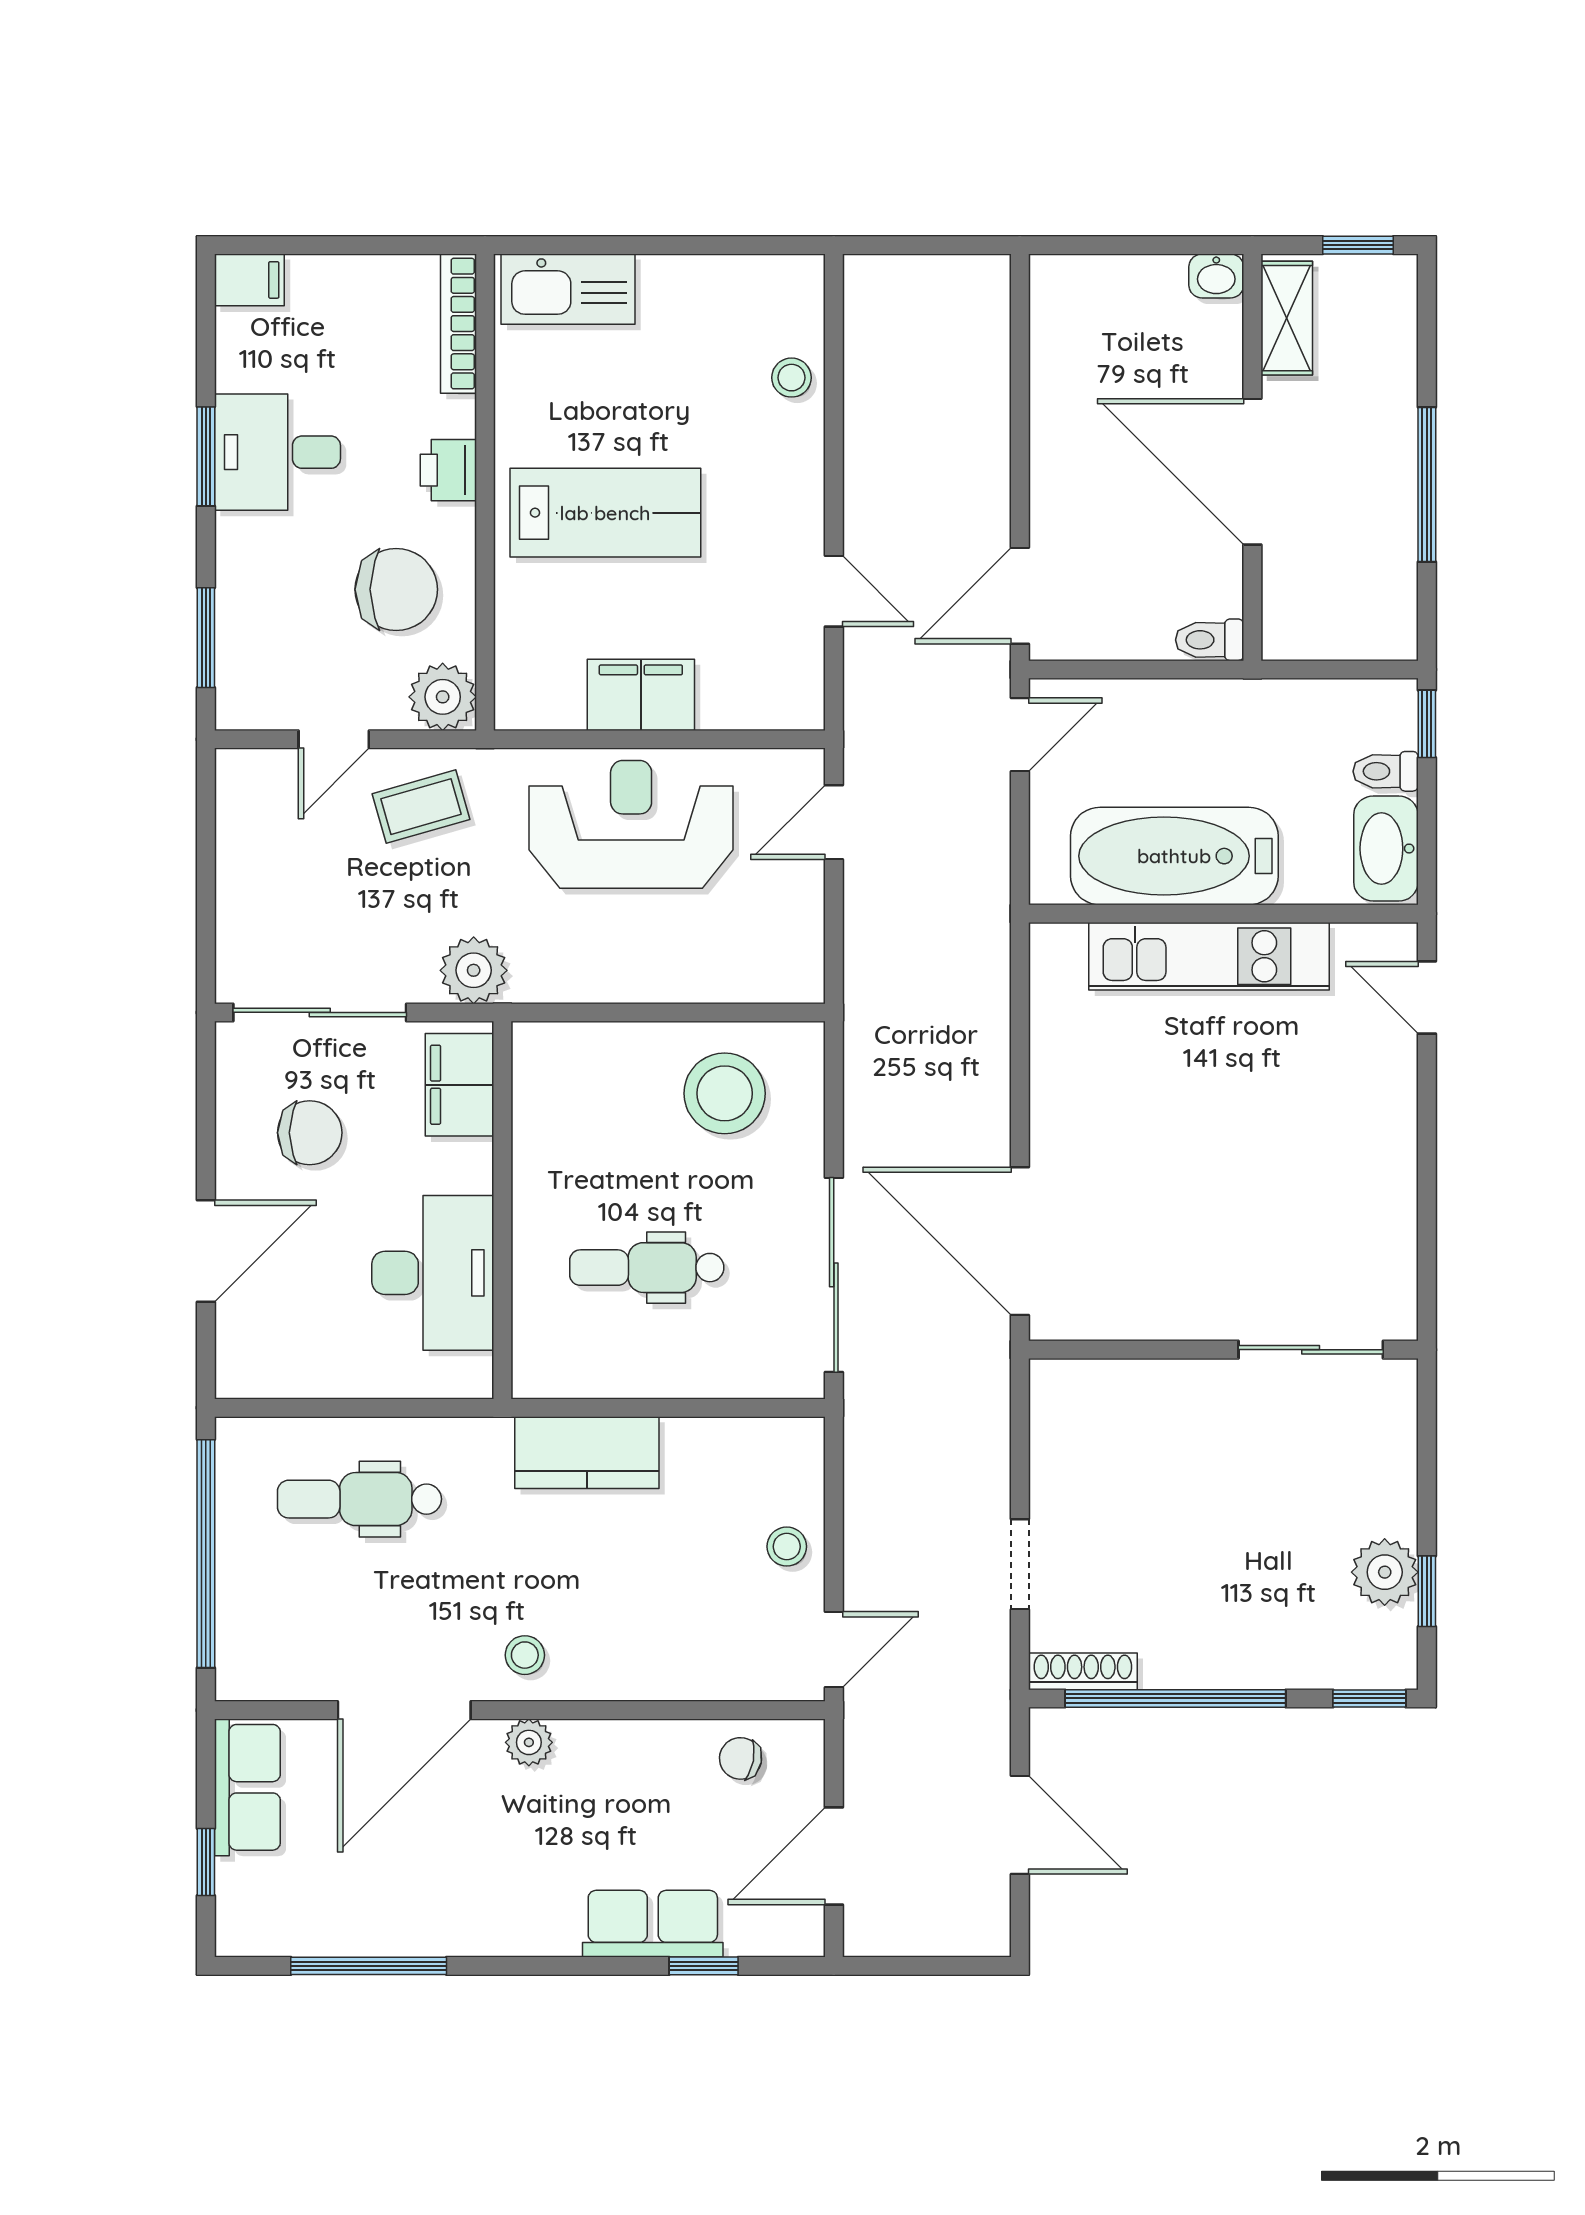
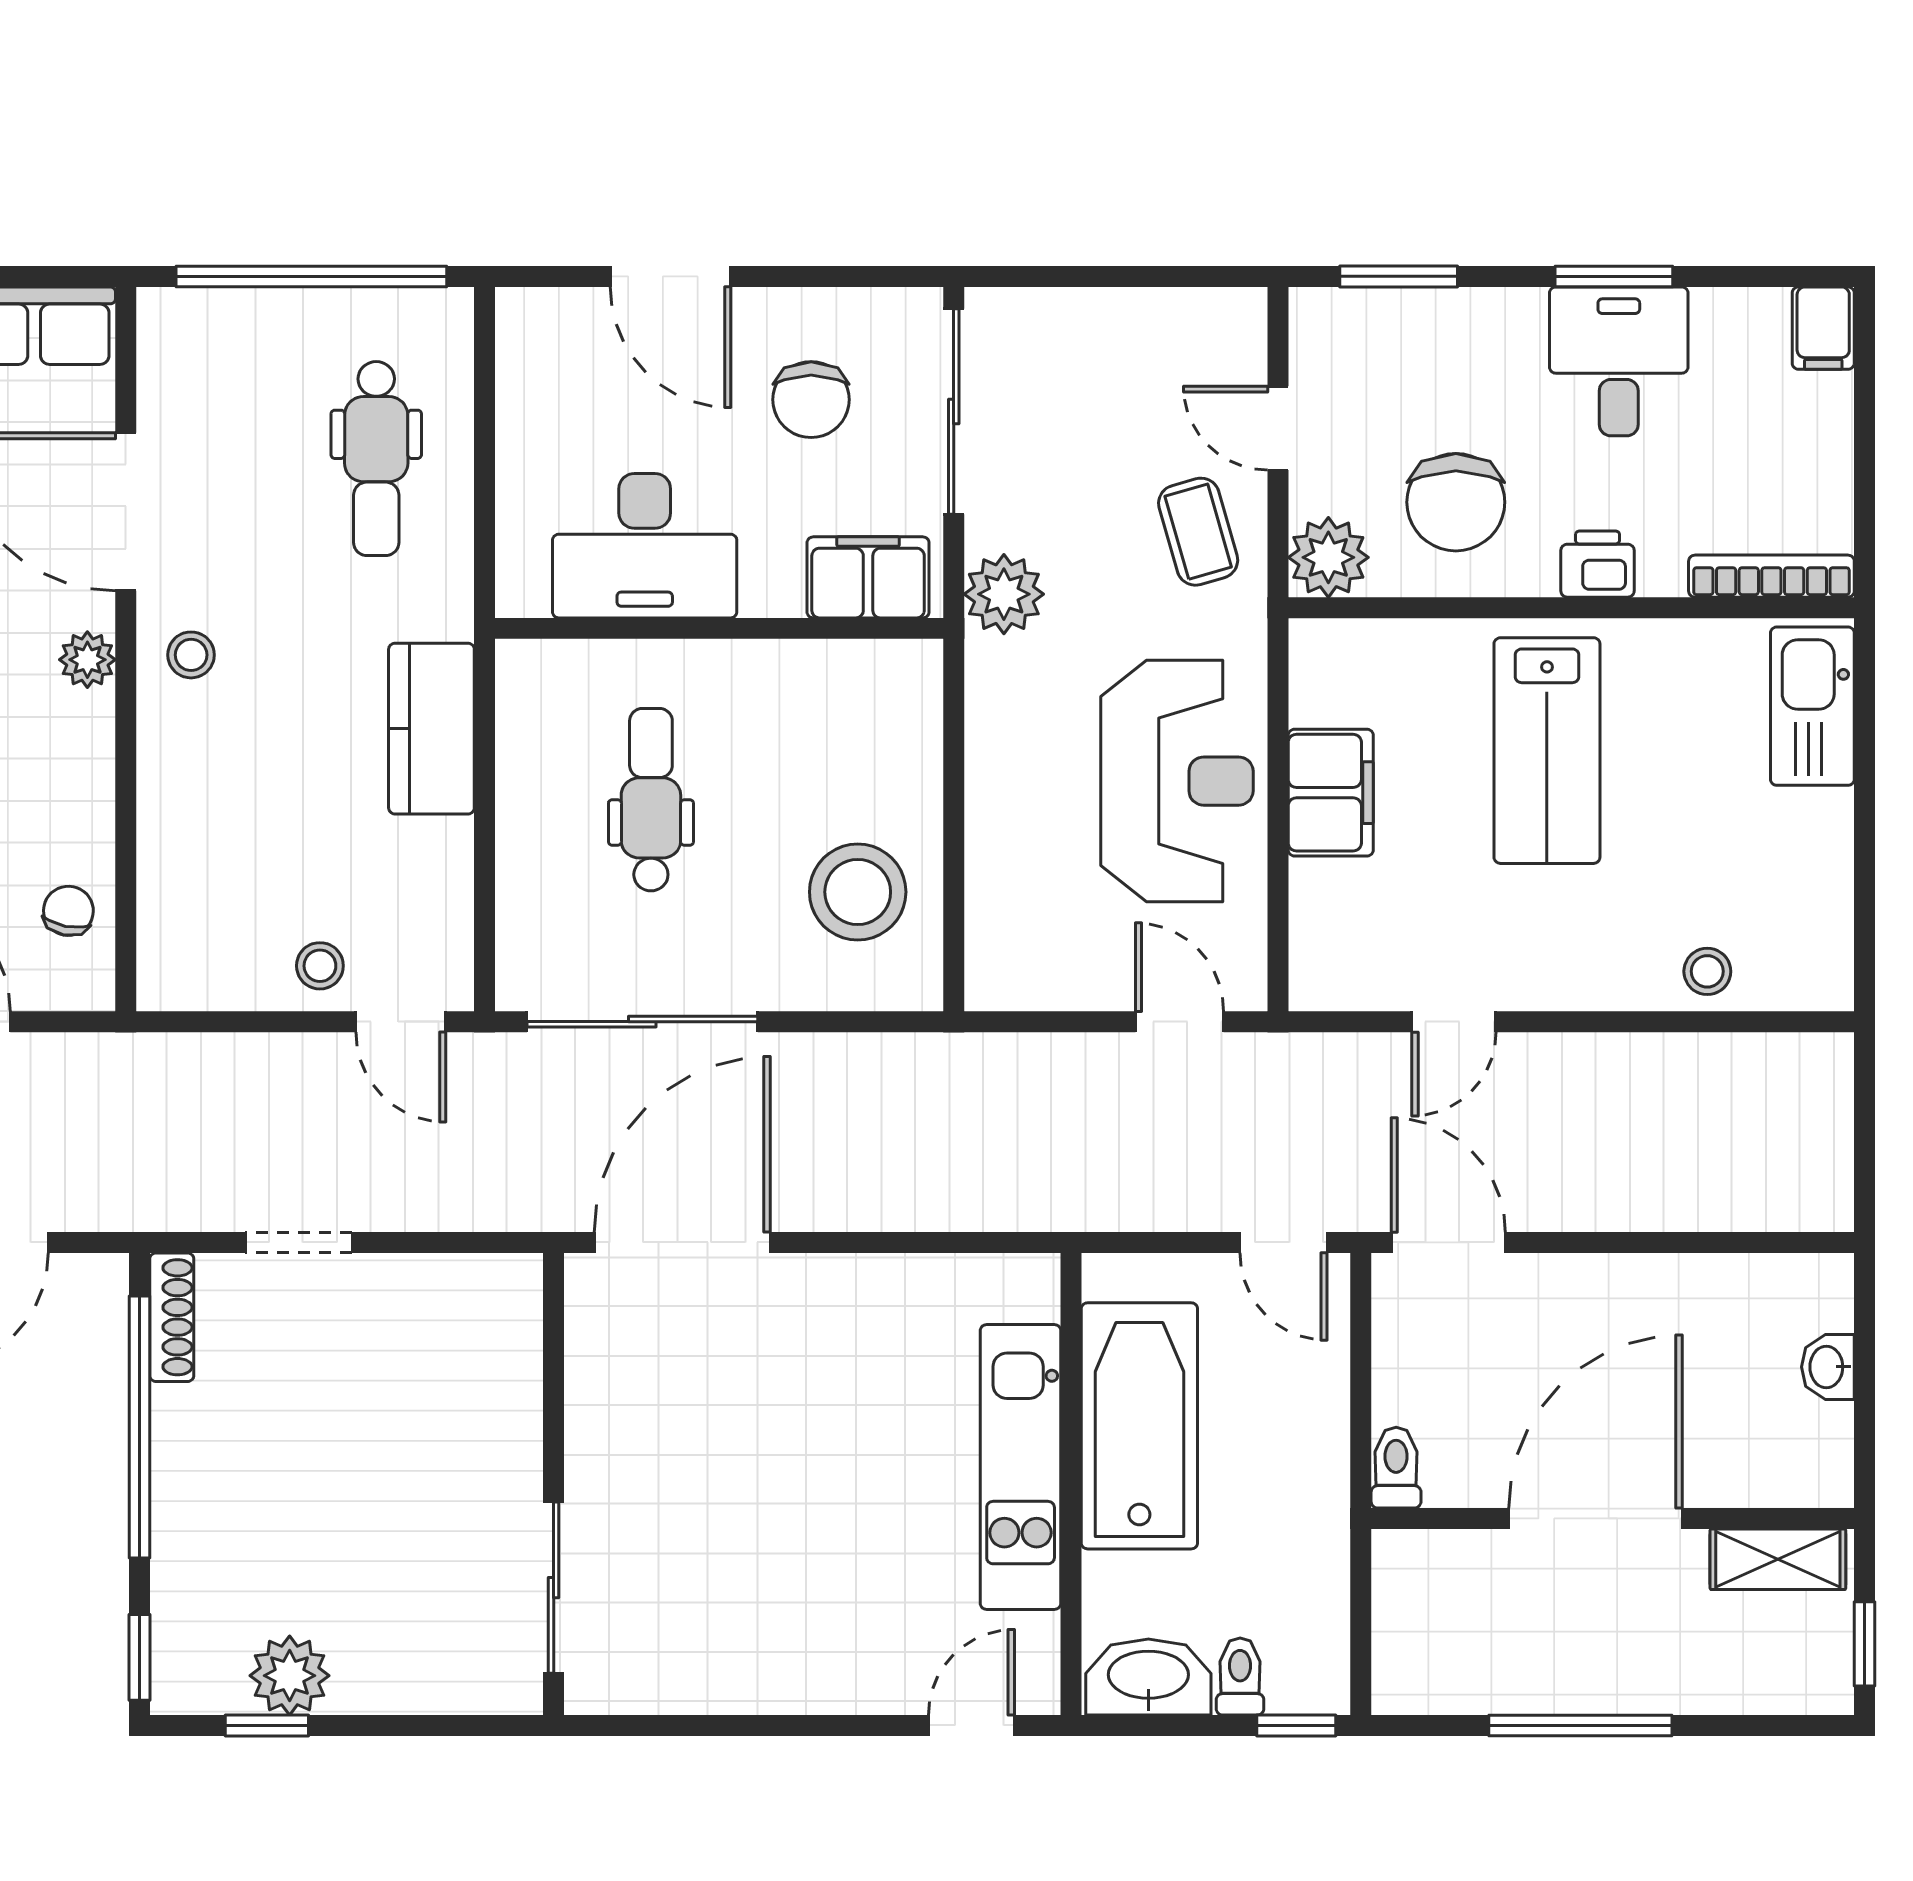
washbasin: (1216, 276) -> (1828, 1367), moved
dental chair: (359, 1499) -> (376, 459), turned 180
door: (834, 1649) -> (401, 1022), moved

